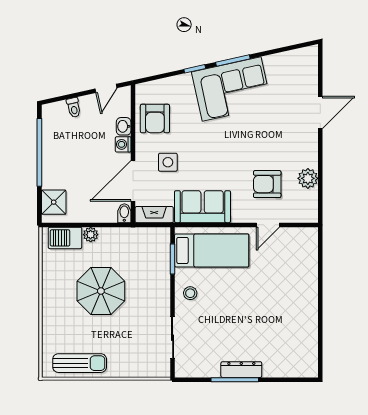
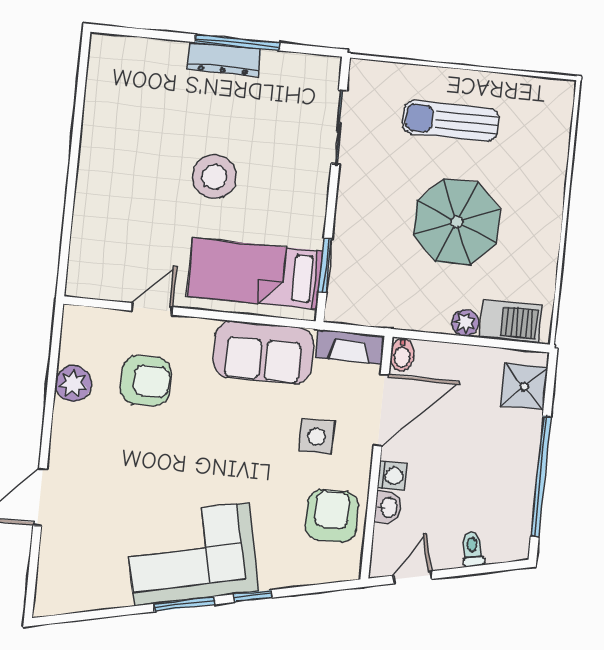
stool: (190, 293) -> (214, 177), moved, width x1.89, depth x1.89
sun lounger: (80, 363) -> (451, 121), moved

